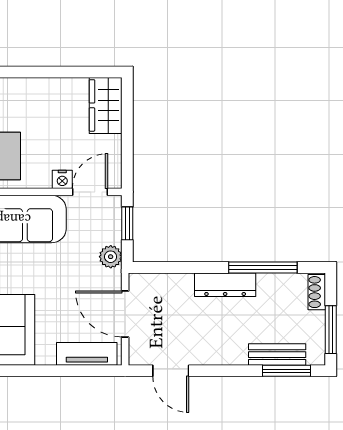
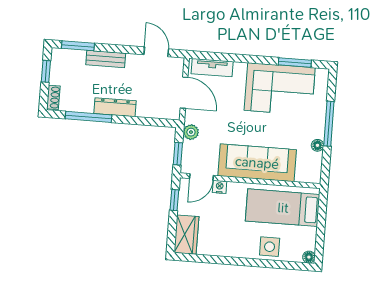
window: (127, 155) -> (174, 200), added
window: (331, 330) -> (46, 71), width x0.67
bench: (277, 355) -> (106, 59), moved

